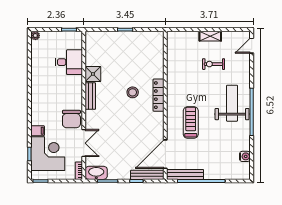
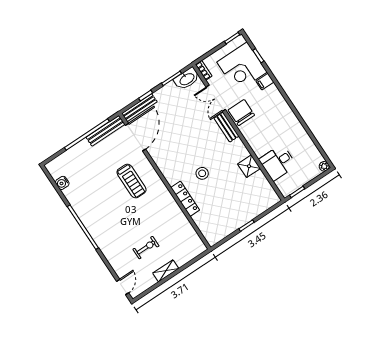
locker: (159, 95) -> (185, 199), moved
bench: (90, 96) -> (226, 127), moved
weight bench: (232, 103) -> (106, 223), removed

